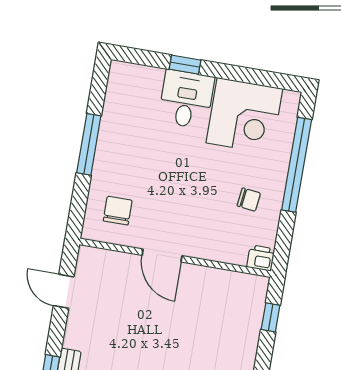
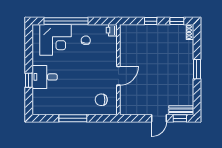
corner desk: (244, 116) -> (56, 40), moved, turned 90
door: (64, 291) -> (159, 118), moved
window: (271, 317) -> (151, 21), moved

